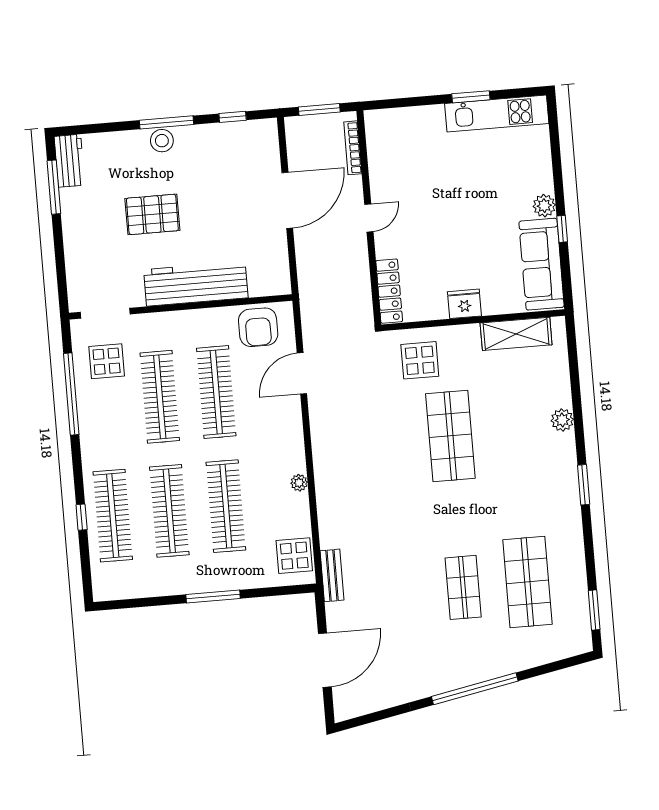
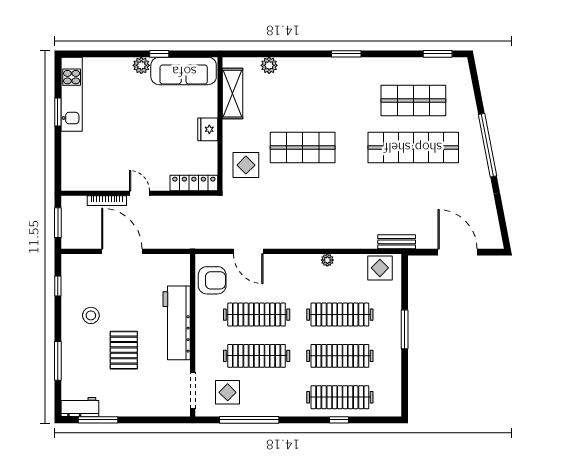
window: (167, 122) -> (58, 361), moved
stool: (162, 141) -> (91, 315), moved
bookcase: (353, 148) -> (107, 201), moved
plant: (562, 420) -> (269, 65), moved
shop shelf: (463, 587) -> (413, 147), width x2.00, depth x1.36

